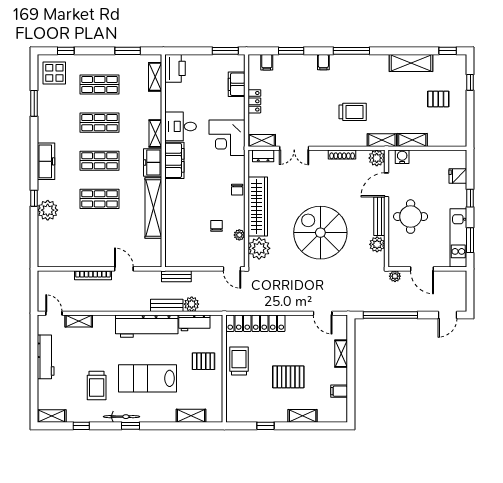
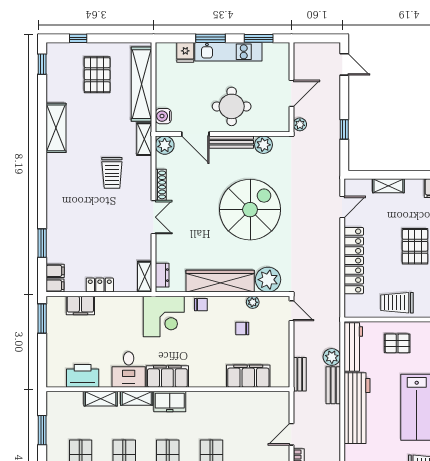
window: (351, 51) -> (42, 174), removed
filing cabinet: (323, 62) -> (55, 286), moved
shelving: (411, 63) -> (56, 128), moved
printer: (175, 68) -> (83, 376), moved
shelving: (155, 77) -> (101, 399), moved
pallet: (438, 99) -> (97, 75), width x1.50, depth x1.42
trolley: (353, 112) -> (112, 173), turned 180
corner desk: (227, 138) -> (164, 316), moved
shelving: (412, 140) -> (141, 84), width x2.20, depth x1.33
double door: (294, 148) -> (154, 217), moved
window: (470, 198) -> (211, 38), width x1.50
shelving: (153, 208) -> (222, 401), removed
filing cabinet: (175, 231) -> (248, 376), added
spiral stairs: (320, 233) -> (250, 210), turned 180
kitchen unit: (458, 238) -> (228, 52), moved
door: (232, 269) -> (291, 311), hinge flipped
window: (390, 315) -> (344, 129), width x0.32
workbench: (194, 323) -> (353, 347), width x1.37
locker: (256, 323) -> (354, 261), moved
pallet: (203, 361) -> (397, 343), turned 90

